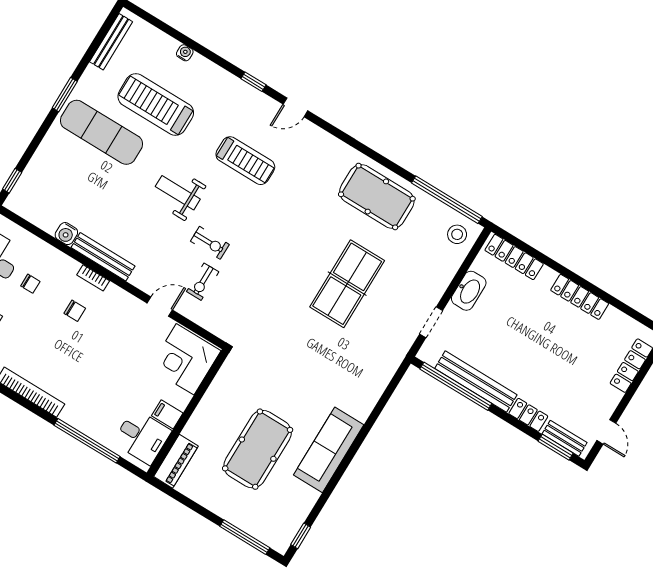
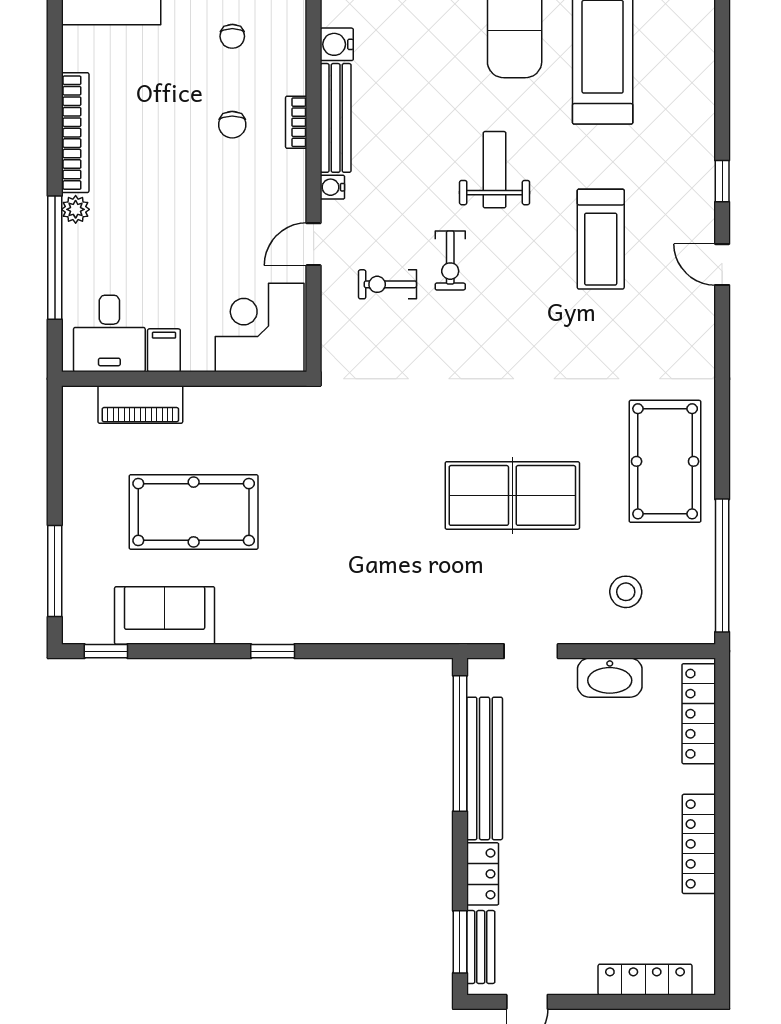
water cooler: (185, 53) -> (332, 187), moved, turned 180
stool: (457, 234) -> (626, 592), moved
door: (160, 307) -> (314, 244), swing flipped
plant: (69, 416) -> (76, 209), added
sofa: (329, 450) -> (165, 616), moved, width x0.73
window: (352, 452) -> (273, 651), added
piano: (176, 461) -> (140, 404), moved

